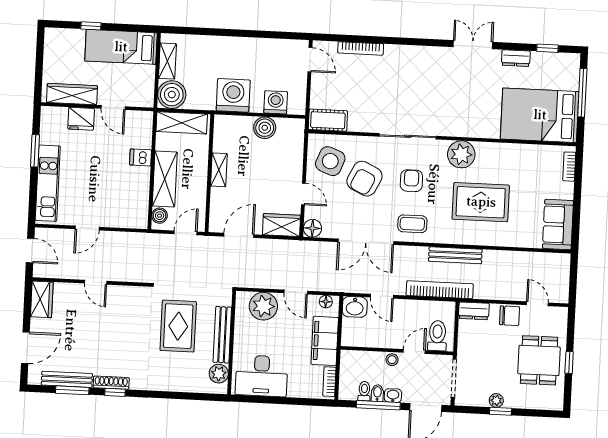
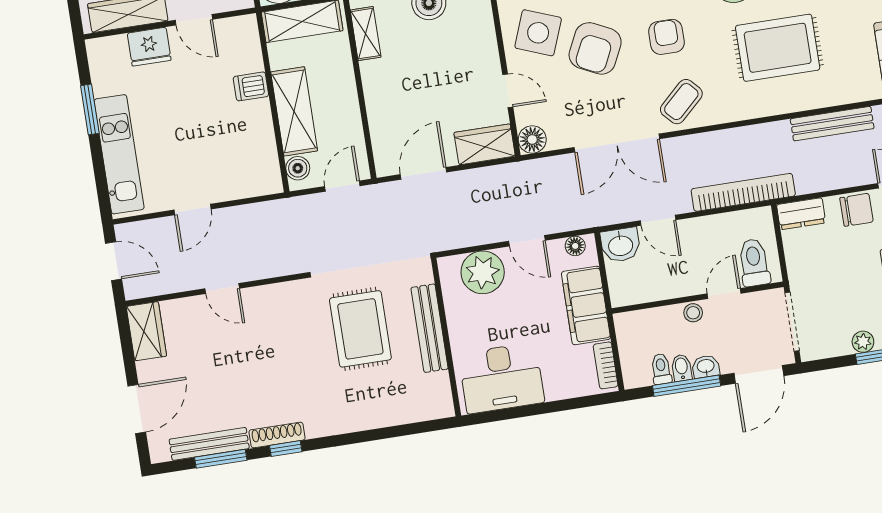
shelving: (219, 170) -> (366, 34), moved
coffee table: (412, 224) -> (681, 102), turned -43
bench: (455, 255) -> (832, 124), moved
plant: (219, 374) -> (436, 388), removed

